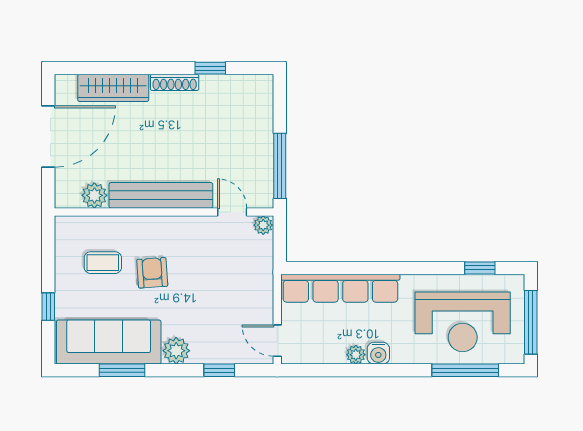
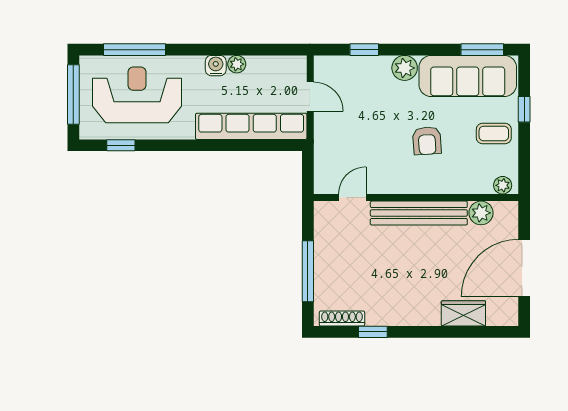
shoe rack: (175, 82) -> (342, 319), moved
wardrobe: (113, 88) -> (463, 313), width x0.67
window: (280, 166) -> (308, 271), moved
door: (232, 212) -> (352, 198), swing flipped
plant: (263, 225) -> (503, 185), moved
coffee table: (103, 263) -> (494, 134), moved
door: (277, 341) -> (310, 97), moved
window: (122, 370) -> (482, 50), moved

